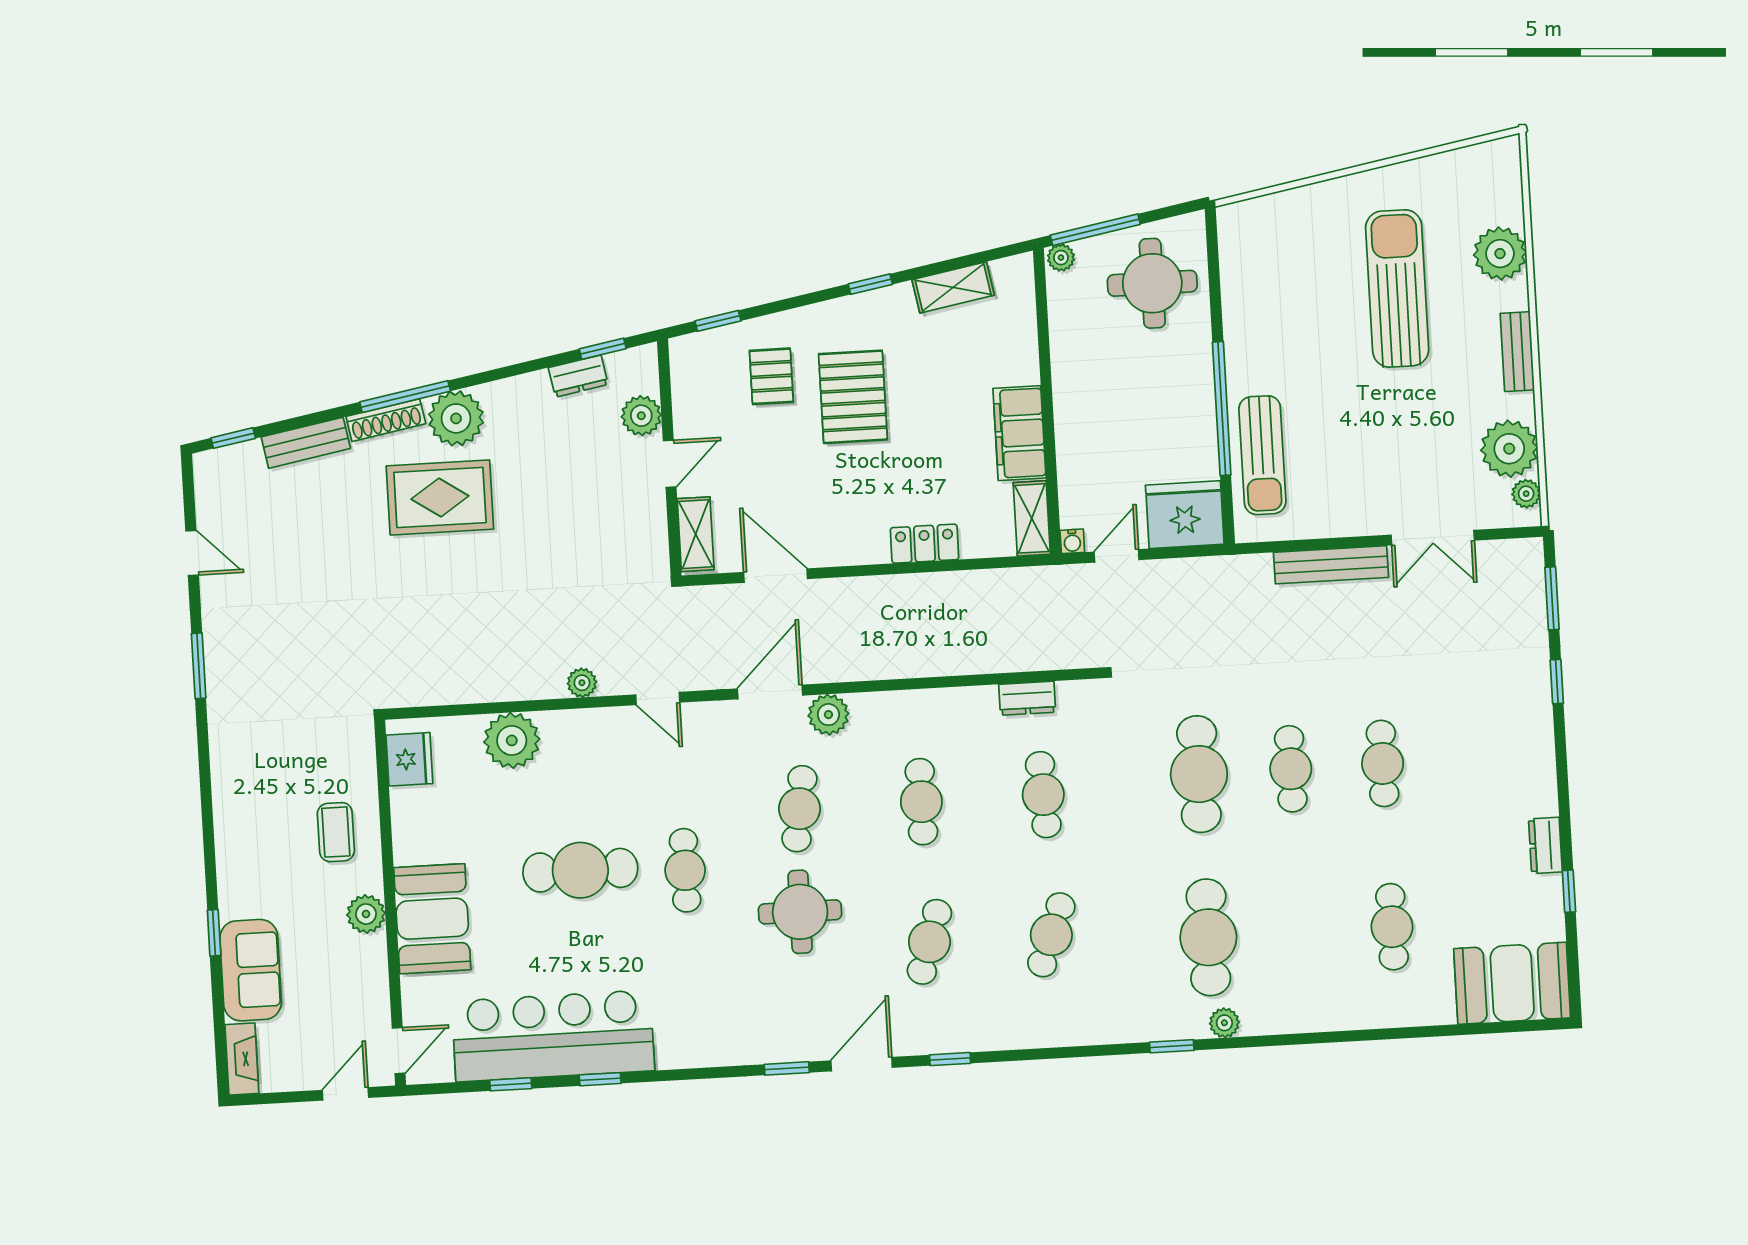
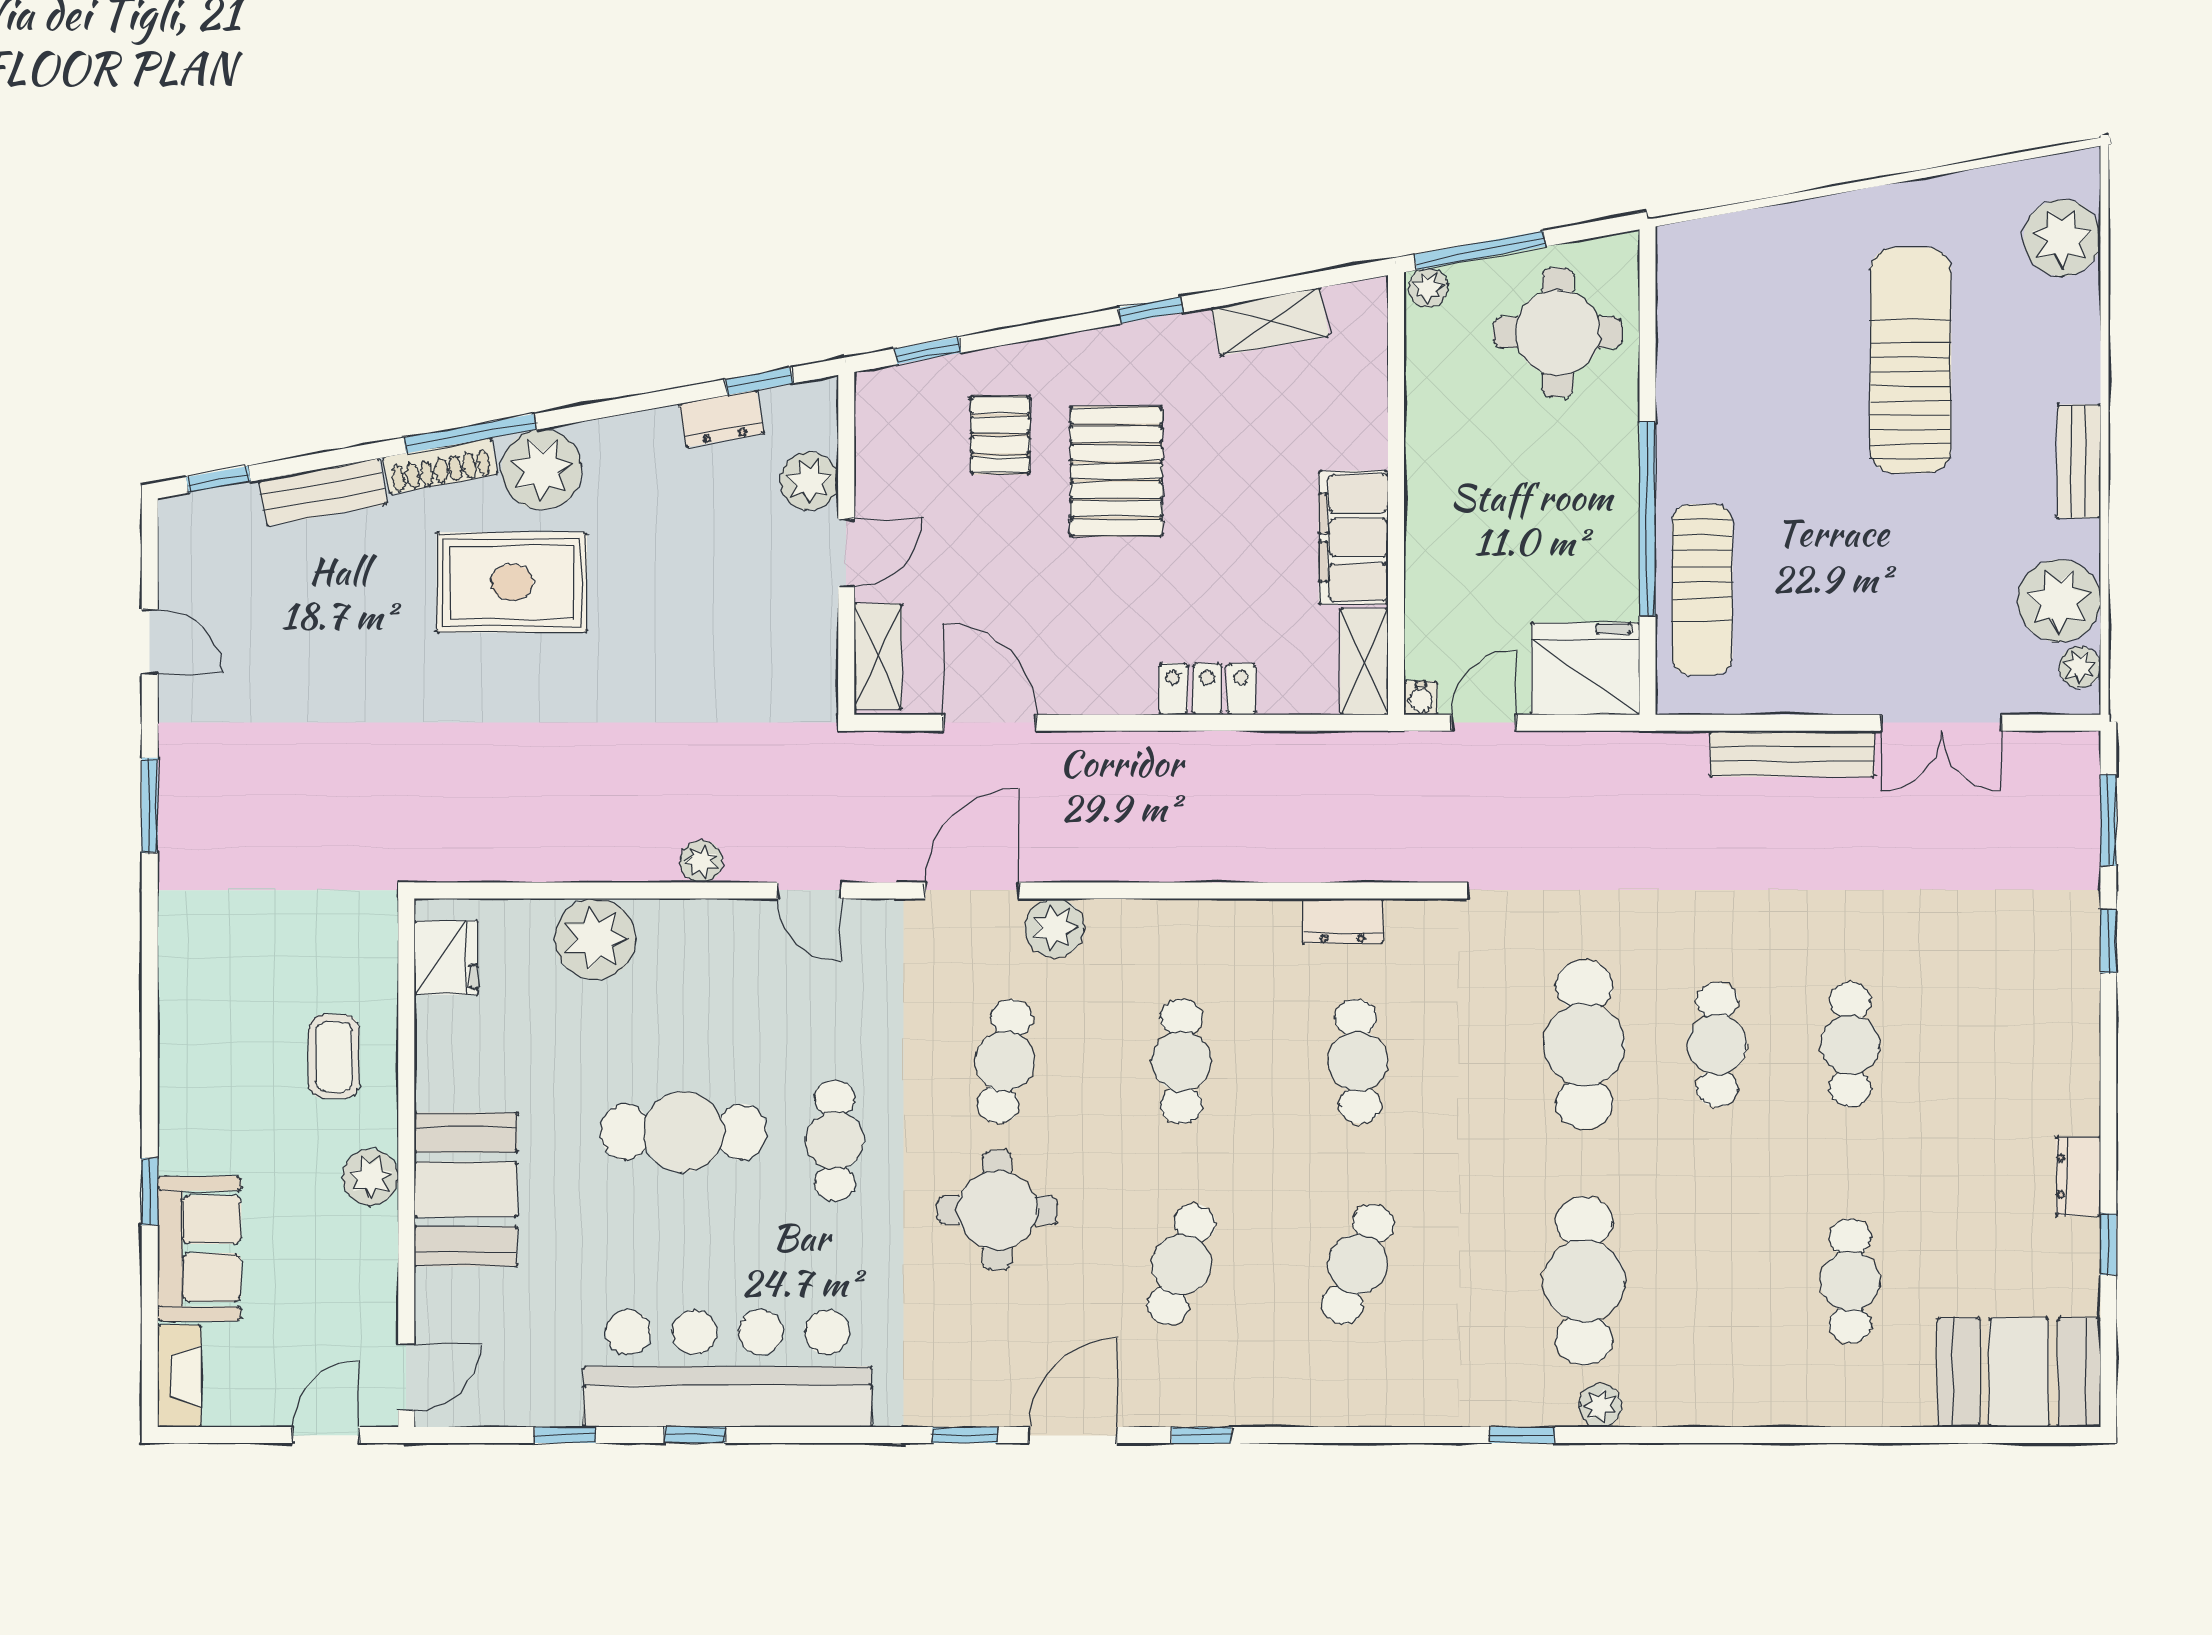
plant: (1500, 254) -> (2062, 238), moved
bar counter: (553, 1036) -> (728, 1369), moved

